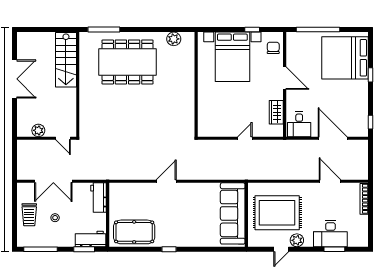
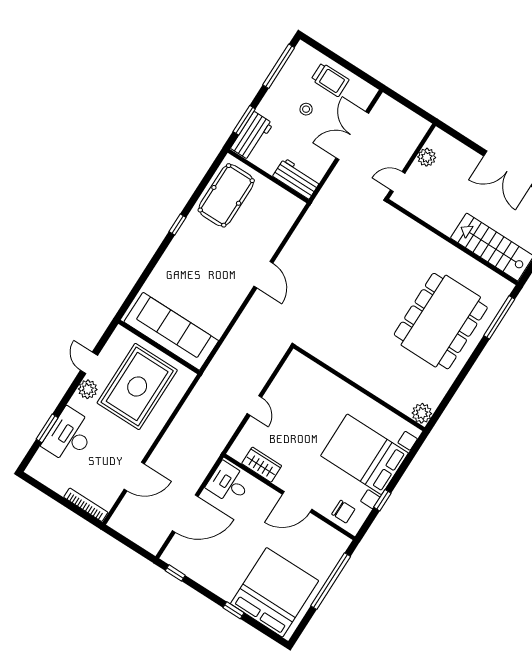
plant: (174, 39) -> (422, 413), moved
trolley: (29, 215) -> (330, 80), turned 180

